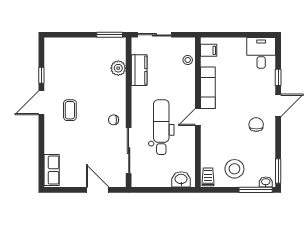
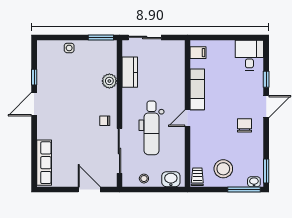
side table: (77, 46) -> (69, 48), added
stool: (188, 60) -> (144, 179), moved
plant: (118, 68) -> (109, 81), moved
coffee table: (70, 110) -> (62, 111), removed
dental chair: (161, 127) -> (152, 128), turned 180
row of seats: (52, 170) -> (44, 163), width x1.48

